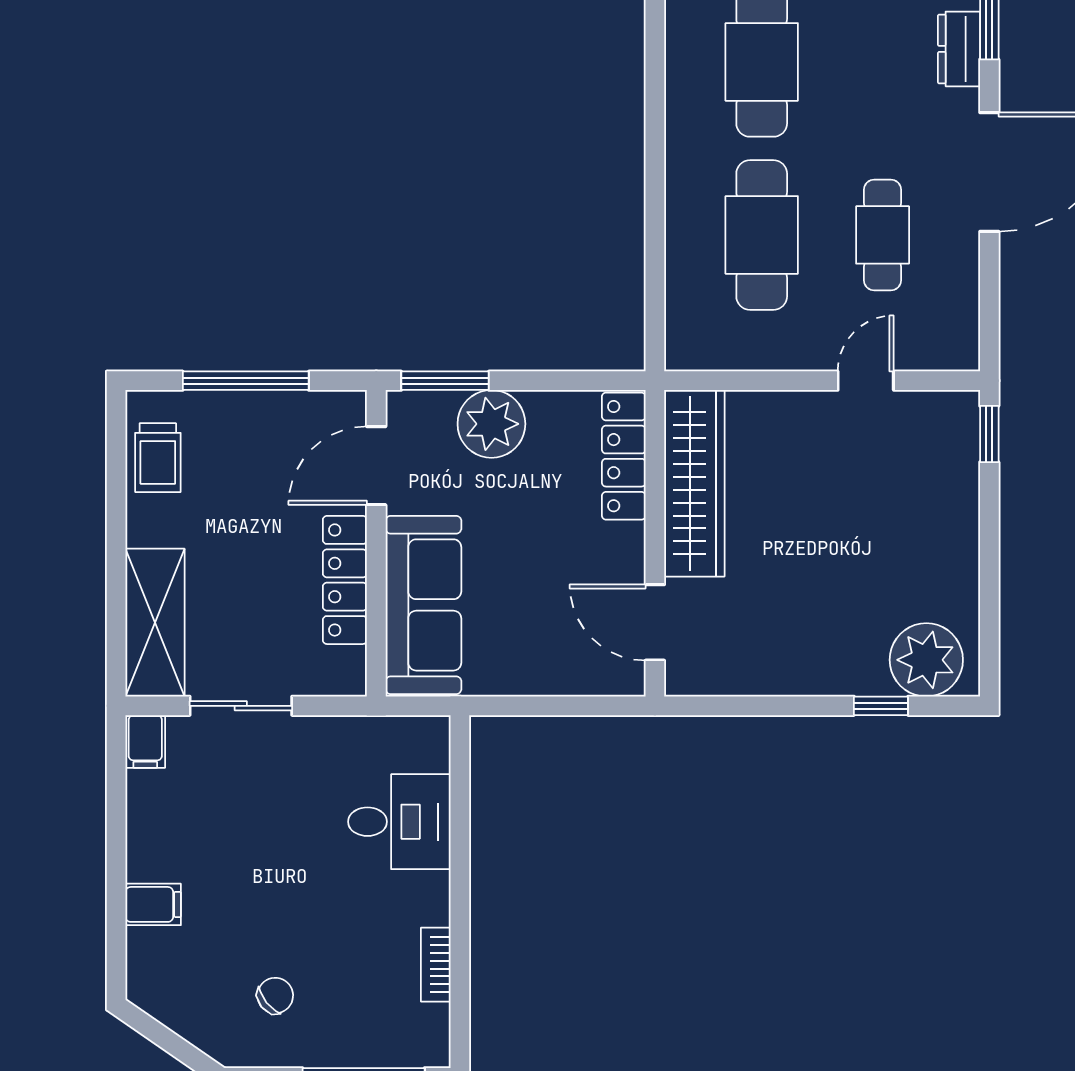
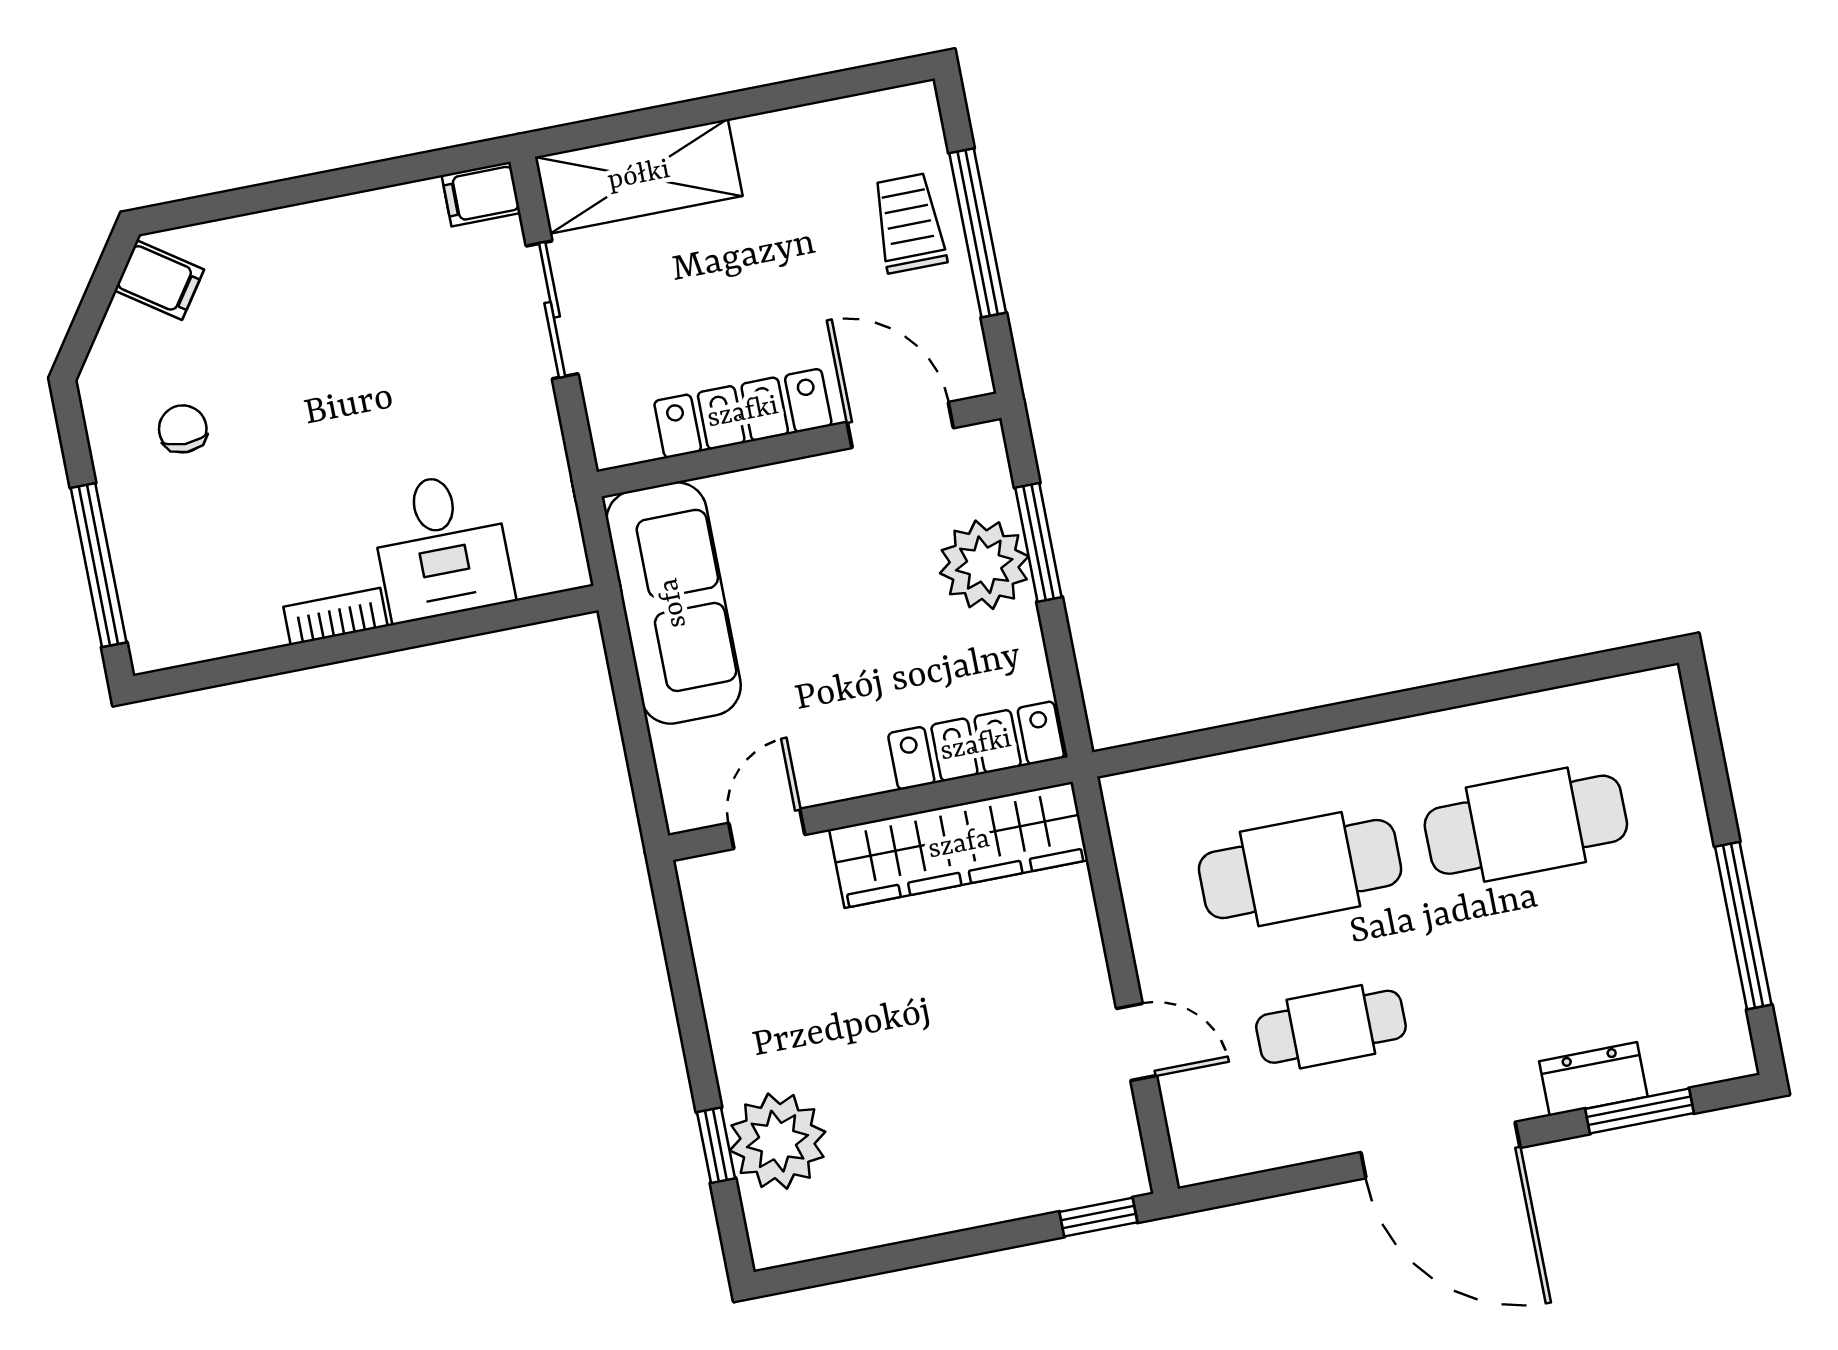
window: (445, 381) -> (1038, 542), moved
trolley: (158, 458) -> (909, 223), moved, turned 90
sofa: (423, 605) -> (674, 603), moved, turned -90
door: (655, 622) -> (767, 829), width x0.73
plant: (926, 660) -> (777, 1141), moved
filing cabinet: (153, 904) -> (159, 280), moved, turned -55
bookcase: (436, 965) -> (336, 616), moved
chair: (275, 996) -> (183, 429), turned -141

